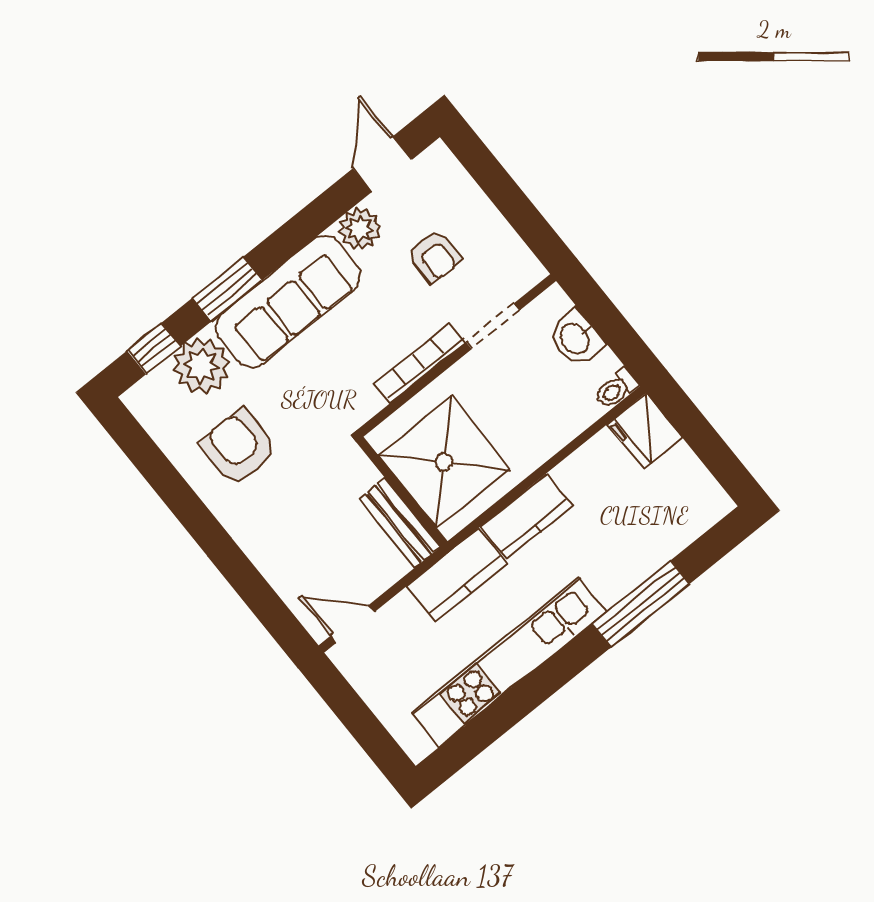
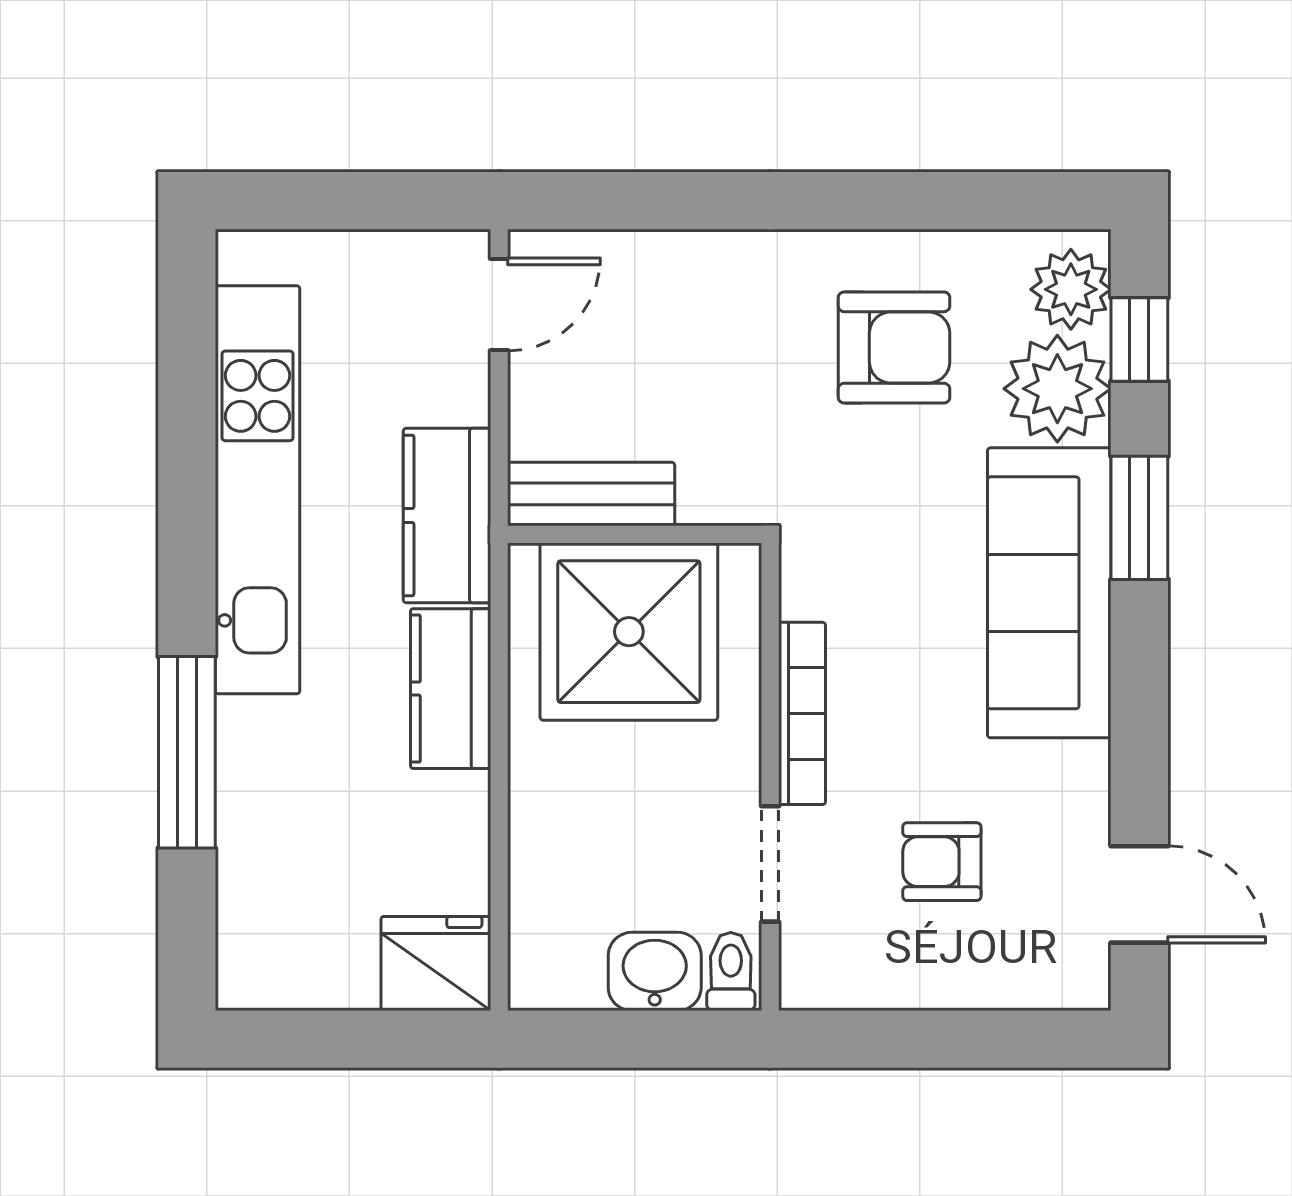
plant: (360, 229) -> (1071, 289), moved
toilet: (616, 389) -> (731, 972), moved

